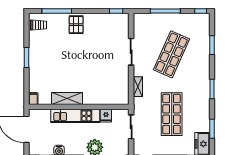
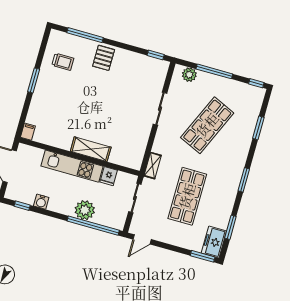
plant: (147, 19) -> (189, 75), added
trolley: (38, 25) -> (63, 62), moved
shelving: (138, 87) -> (153, 166), moved
shelving: (67, 99) -> (91, 149), moved

